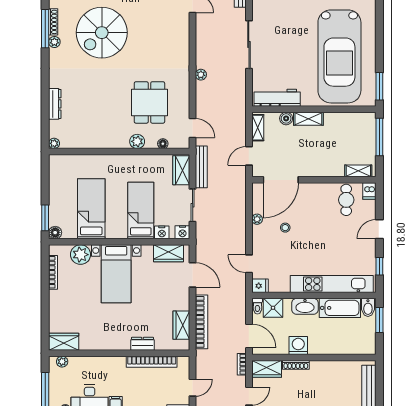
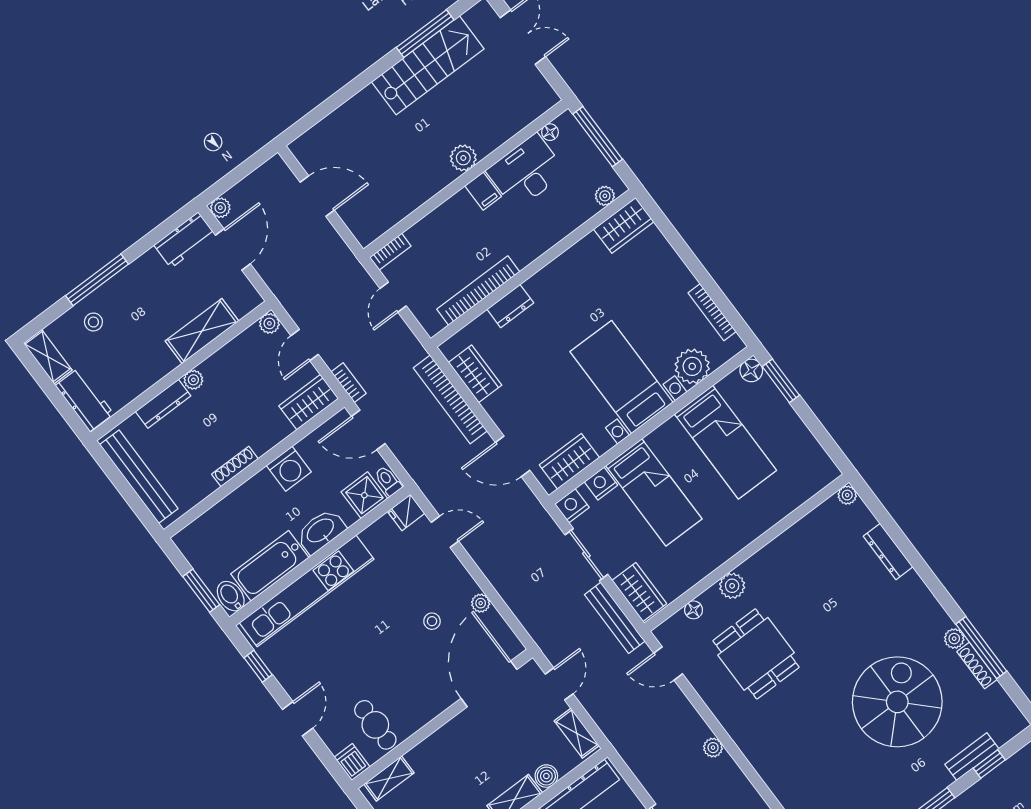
shoe rack: (296, 365) -> (235, 467), moved

